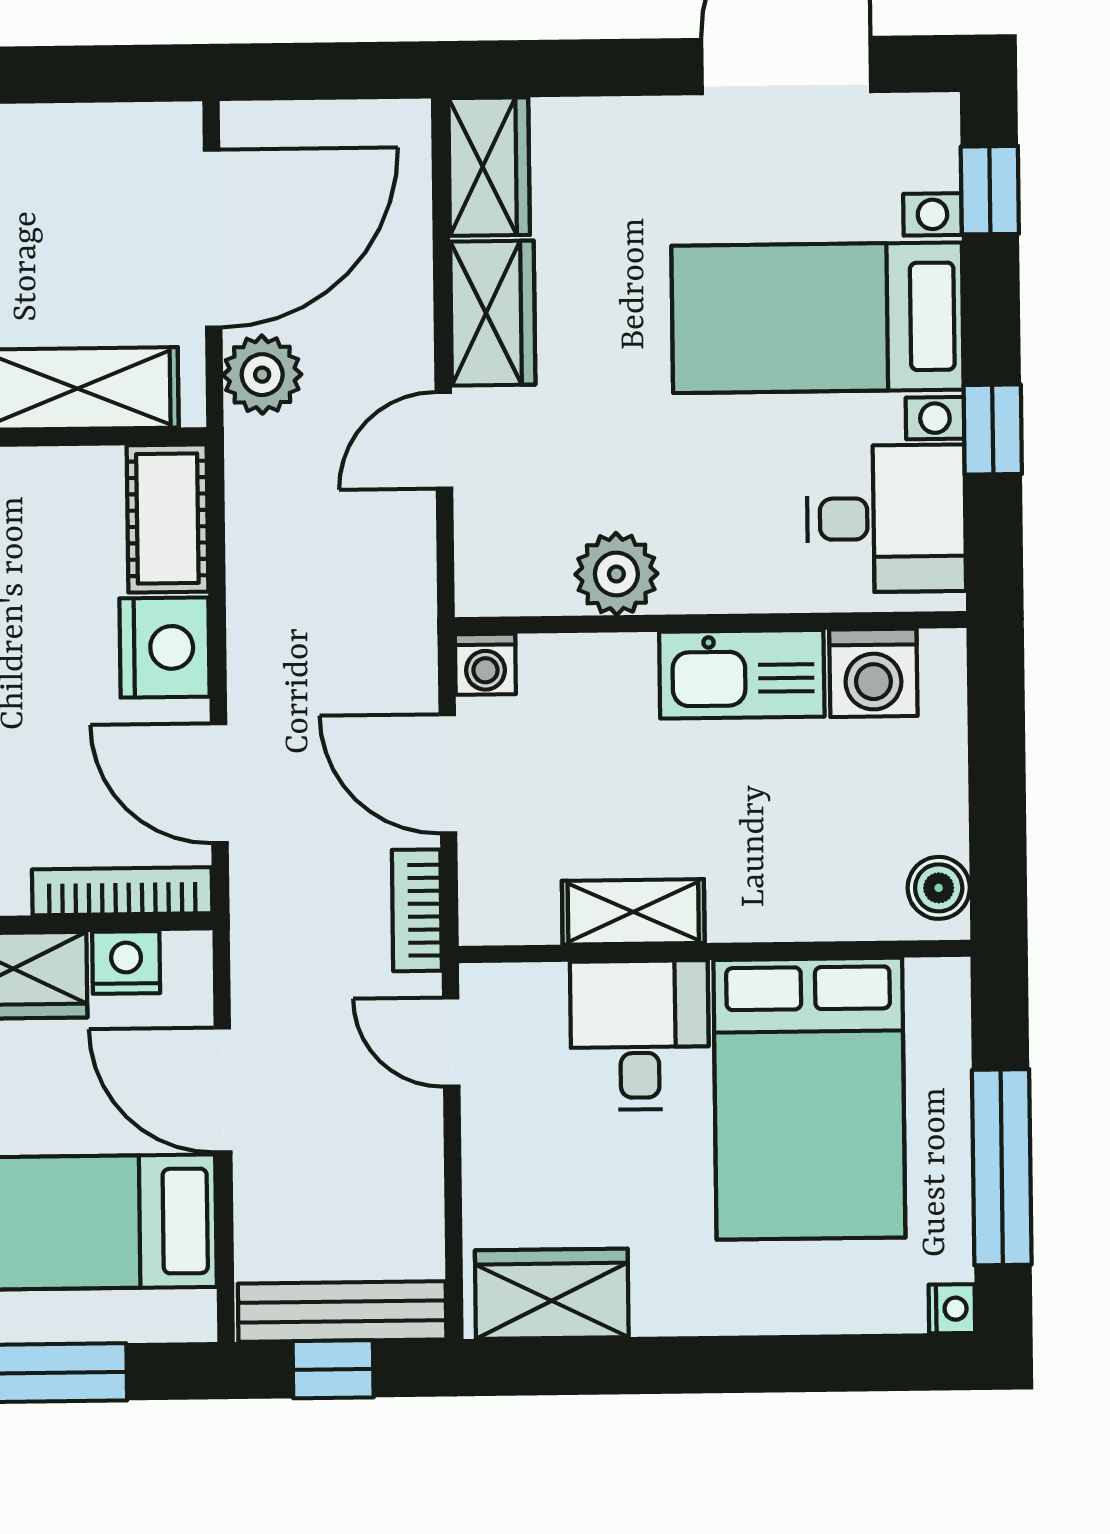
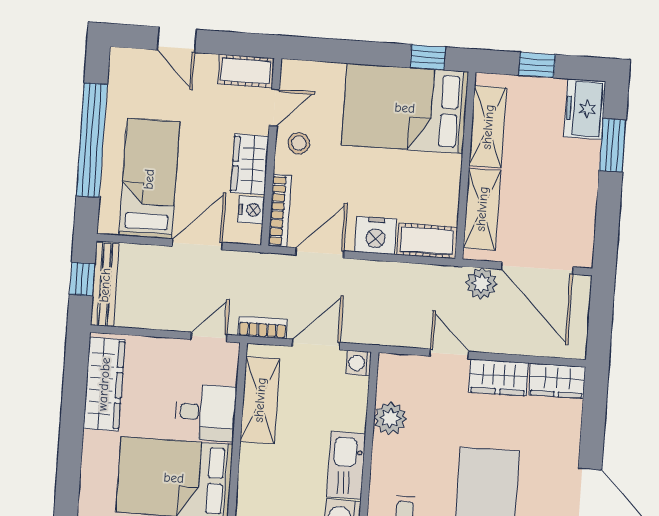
shelving: (633, 912) -> (260, 400), width x1.50, depth x1.33
wardrobe: (552, 1294) -> (104, 384), width x1.50

